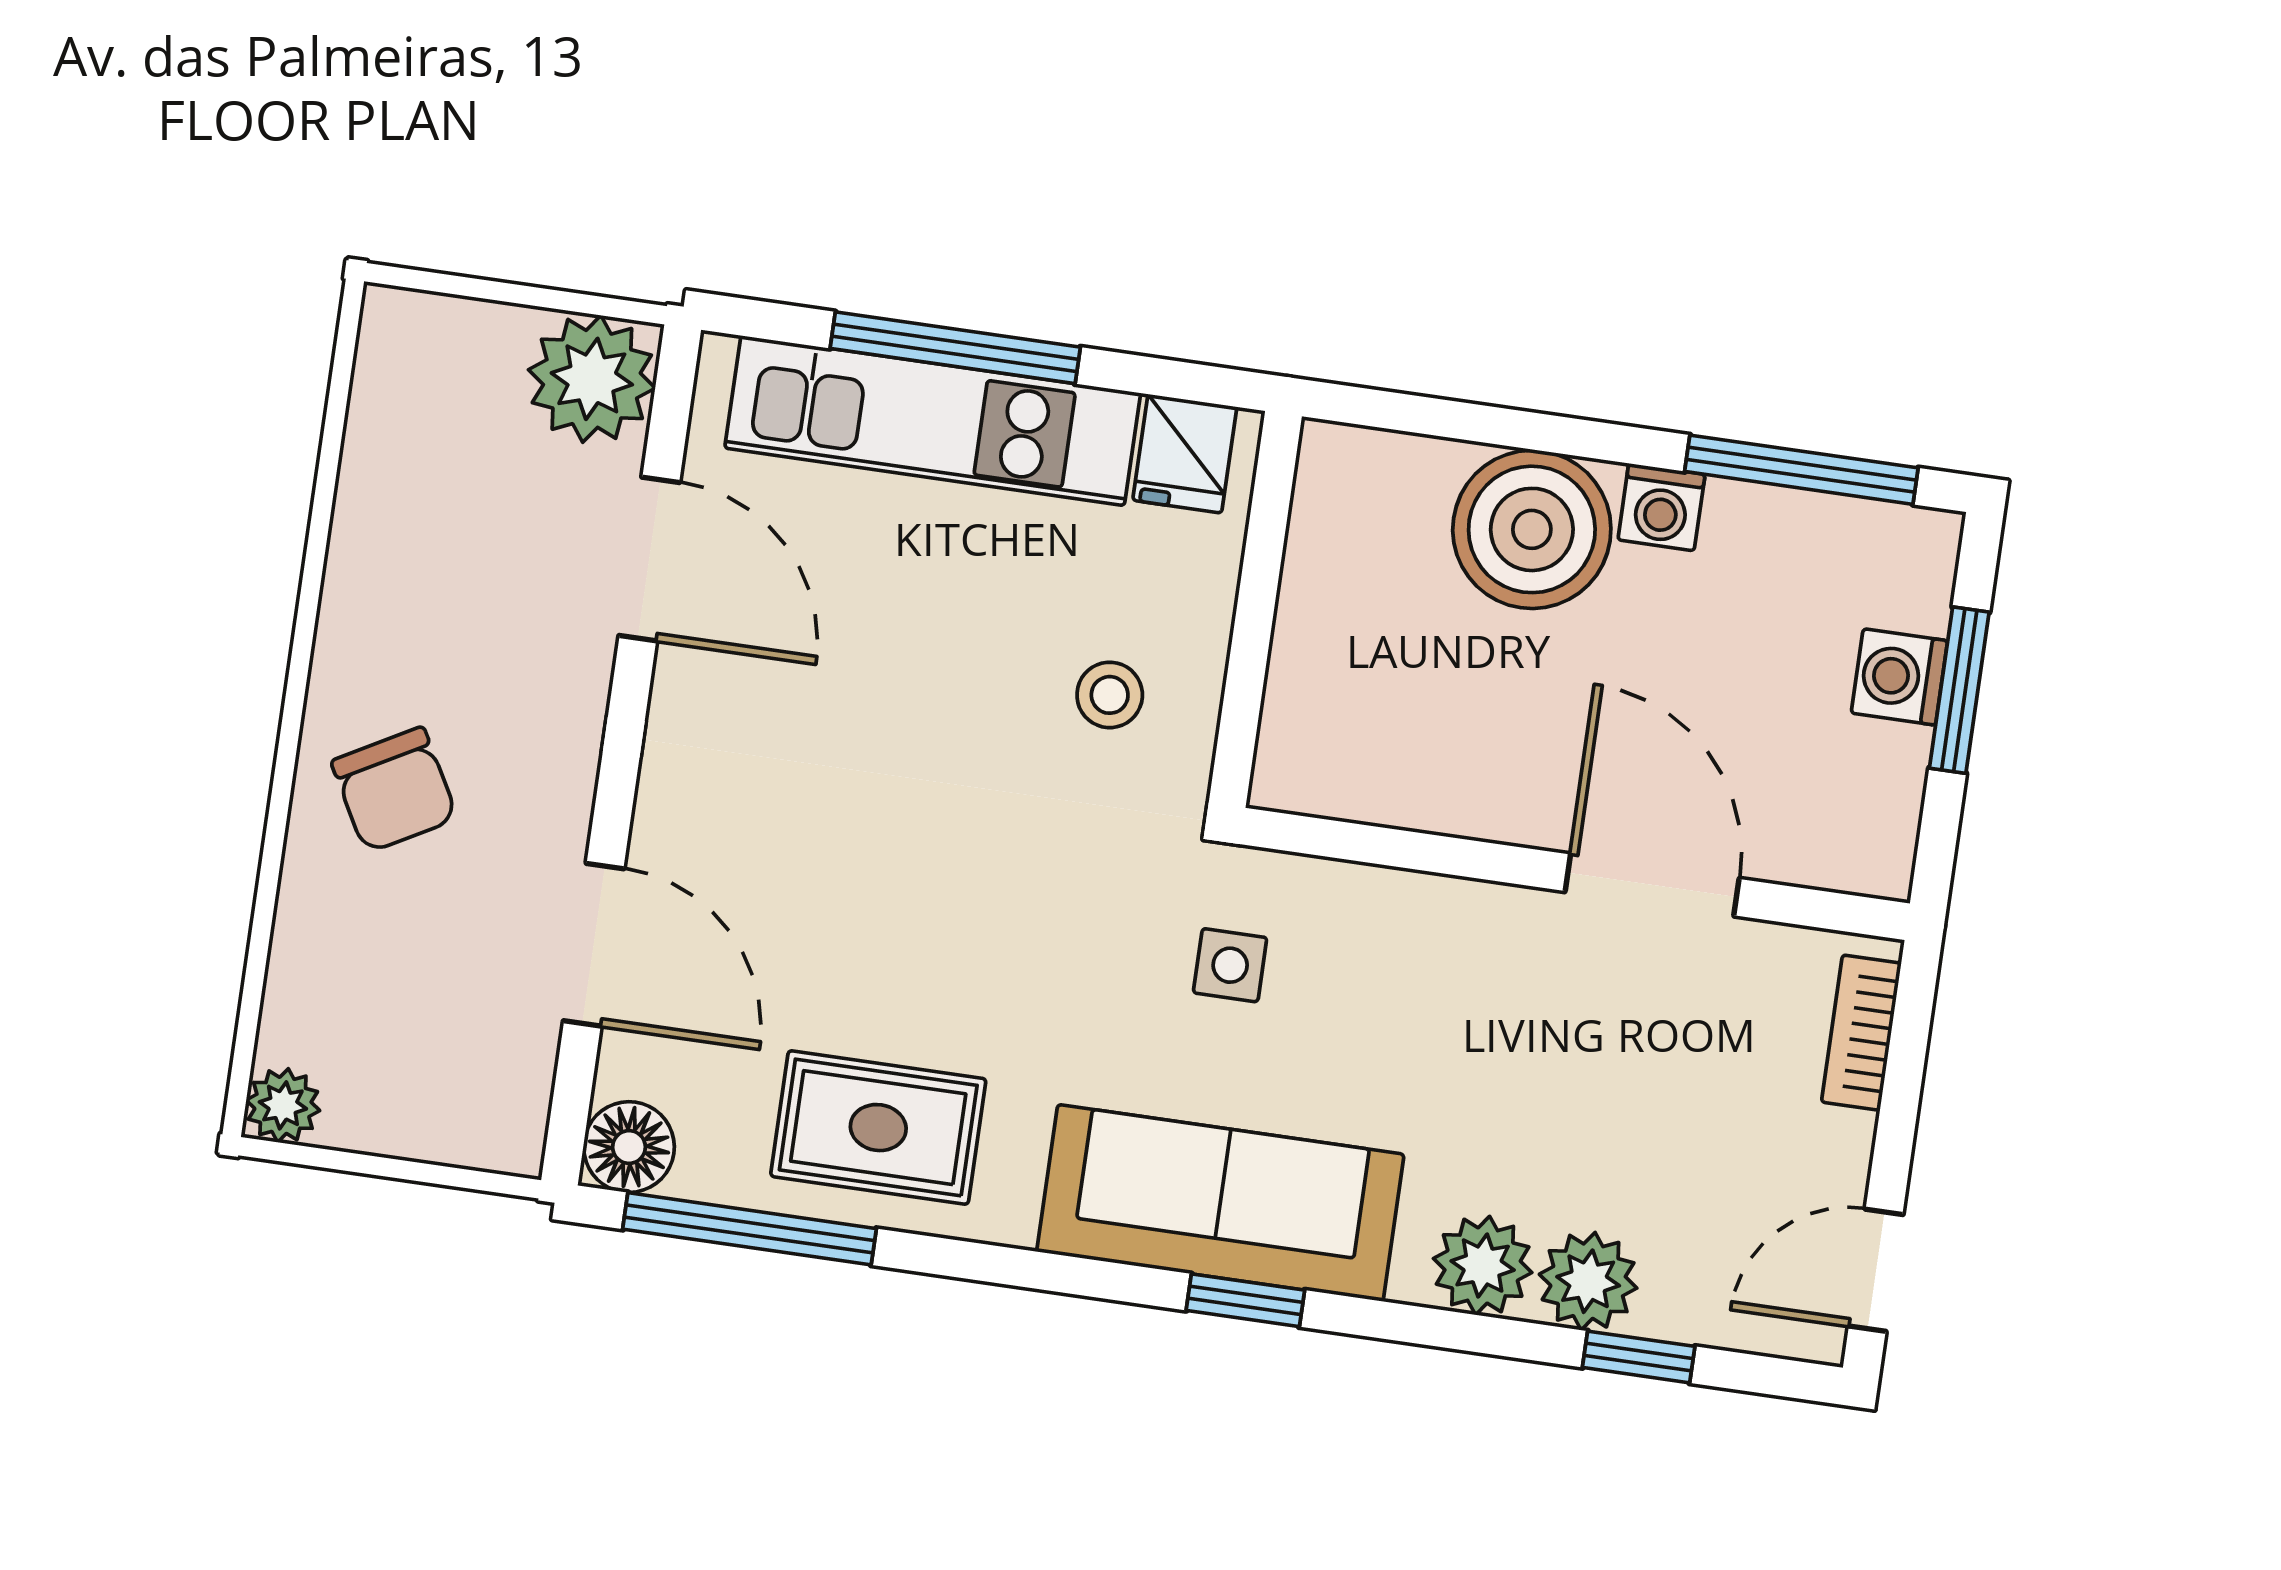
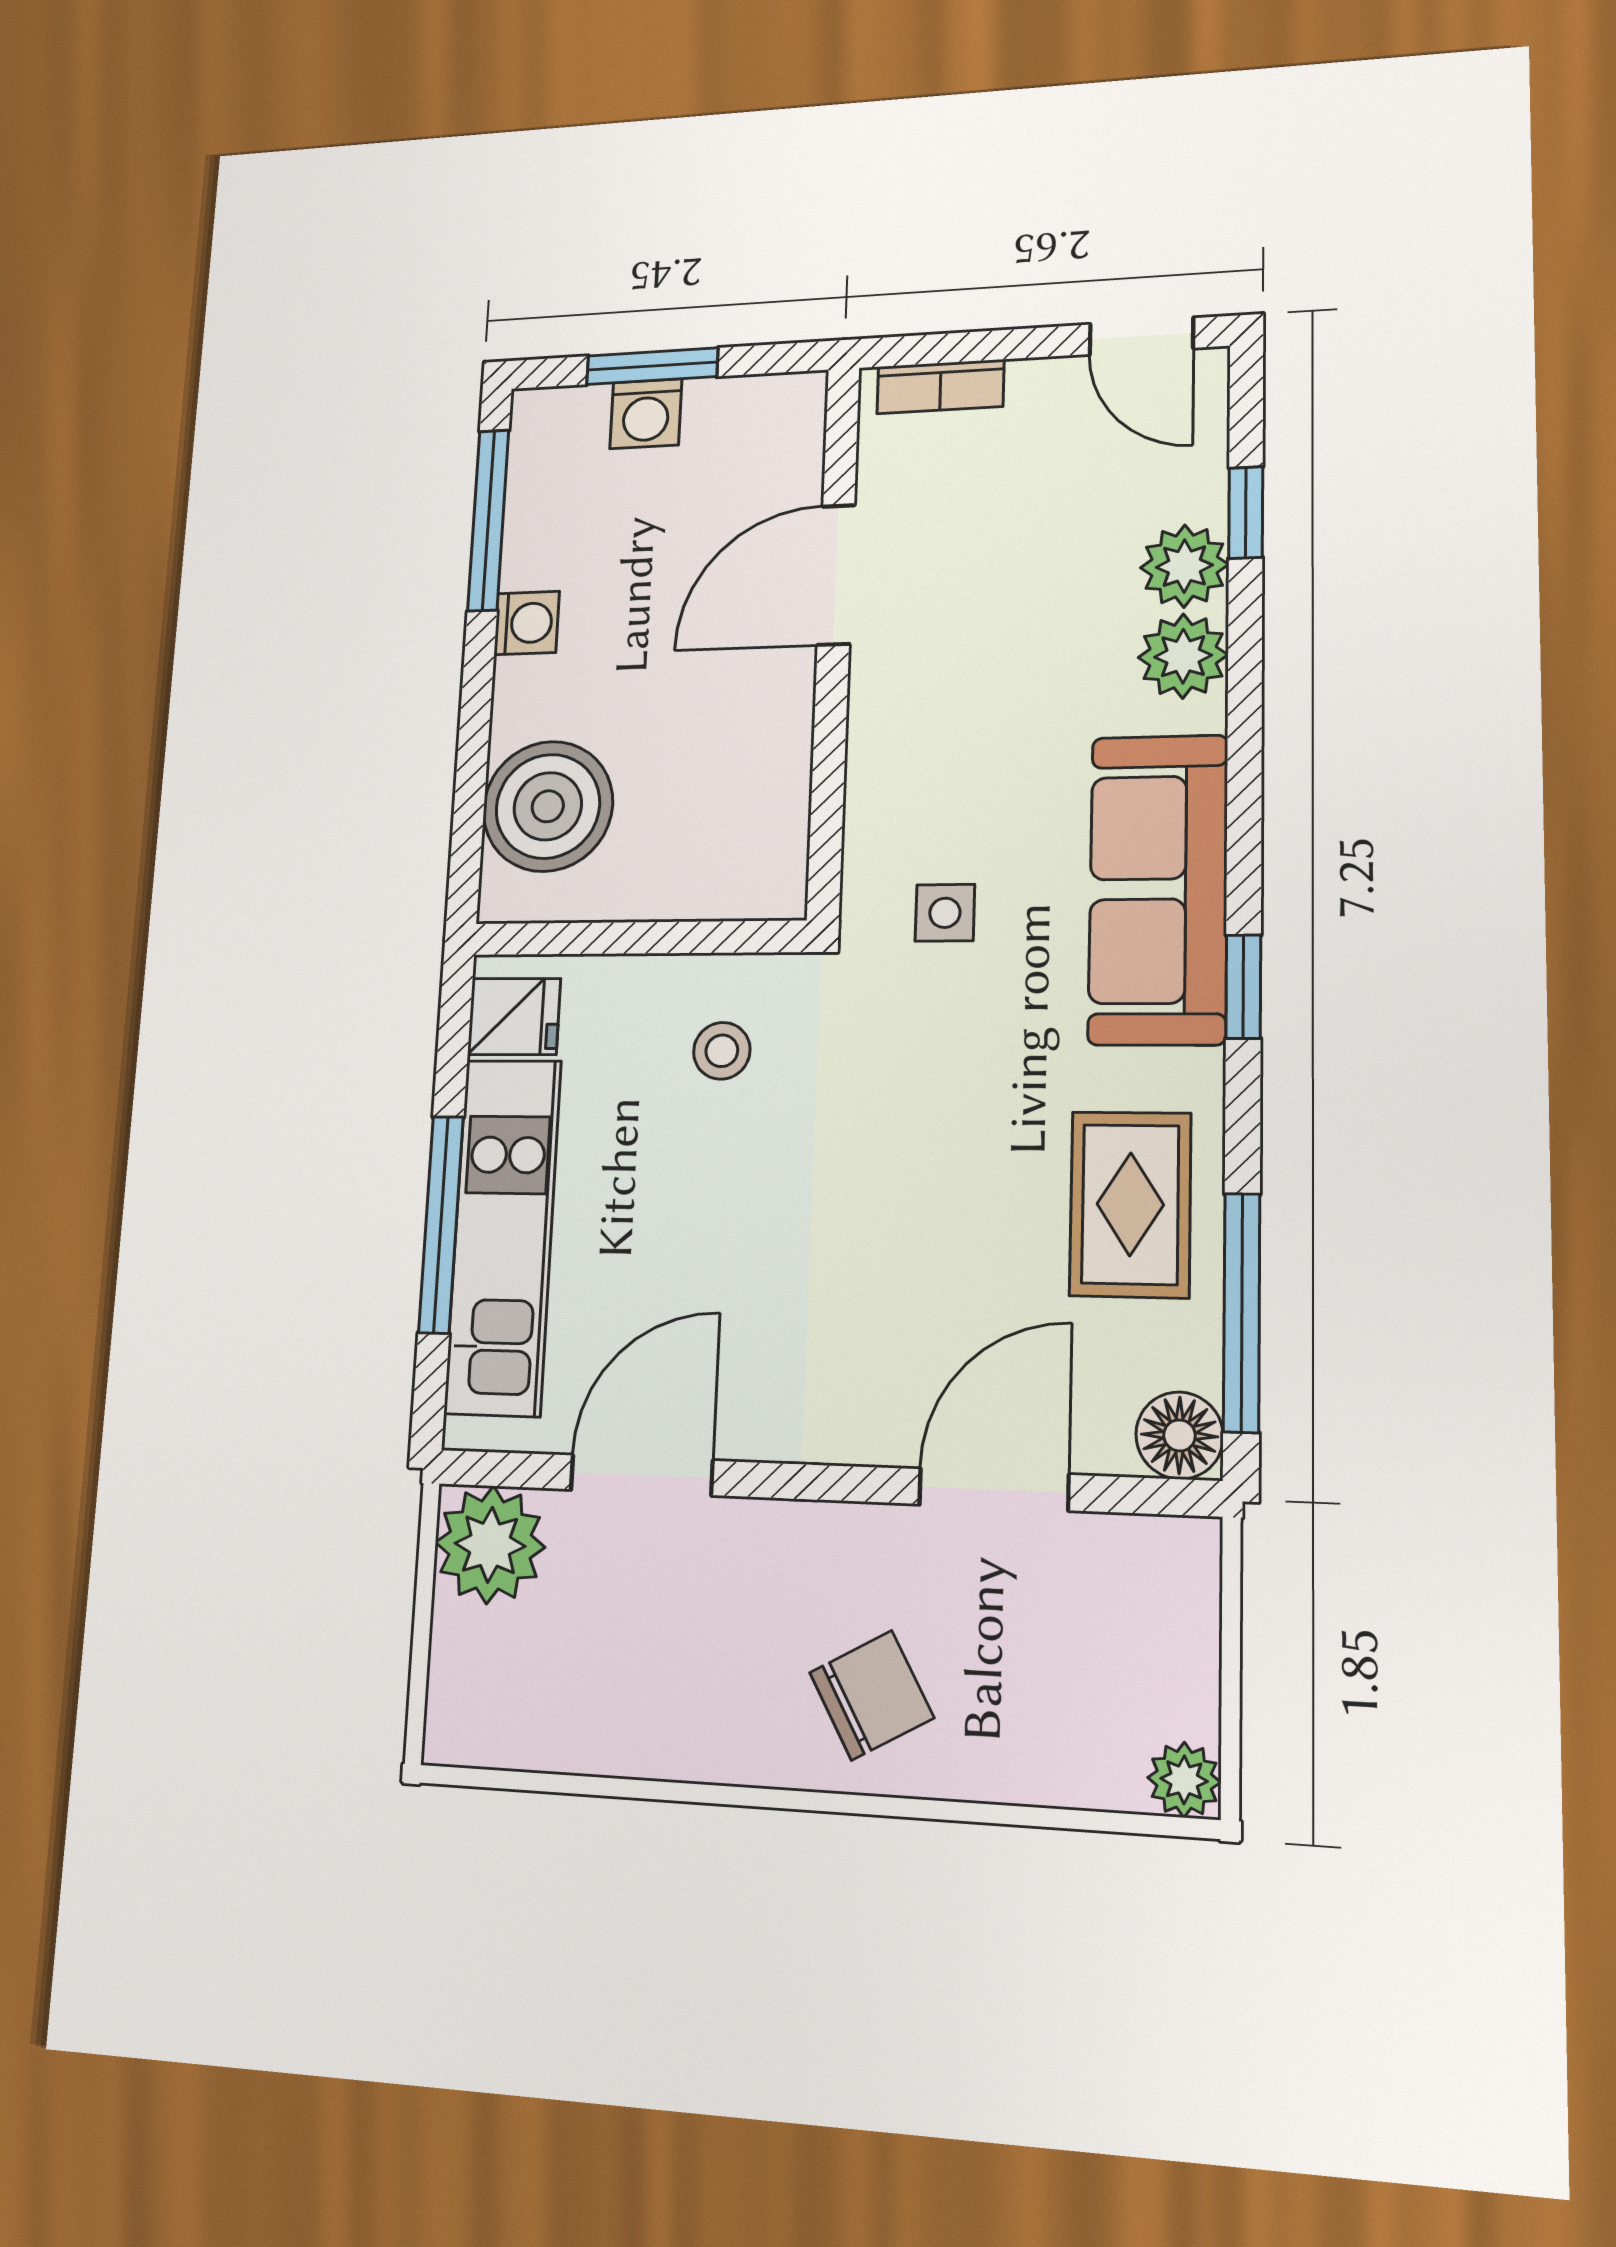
boiler: (1532, 529) -> (548, 806), moved
window: (1245, 1300) -> (1243, 987), moved

